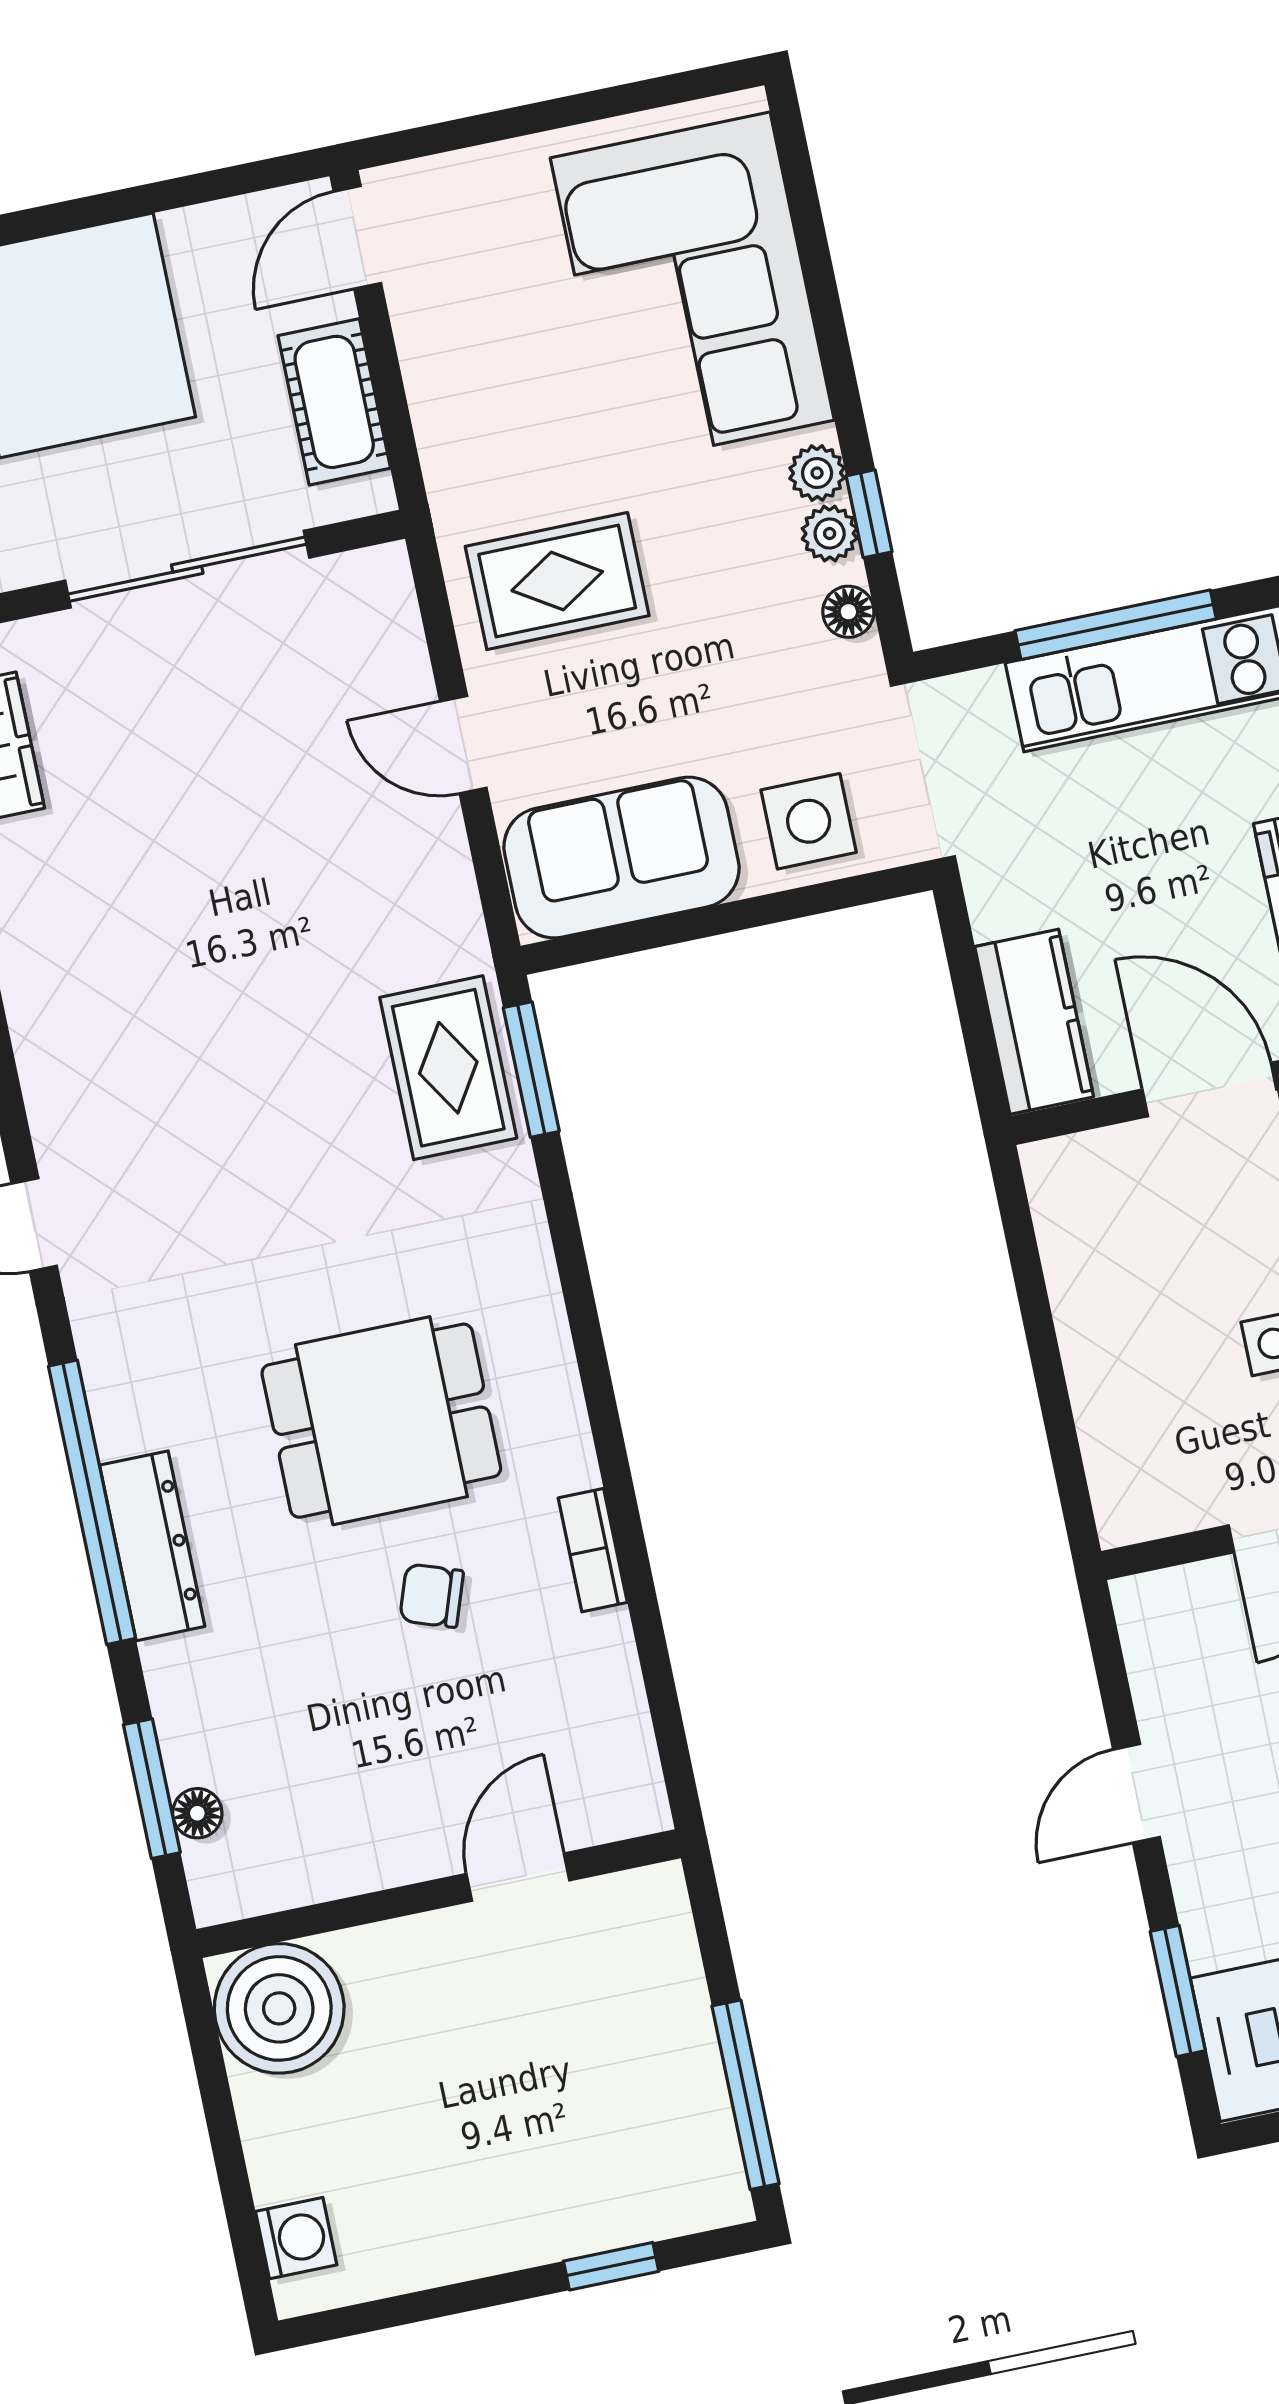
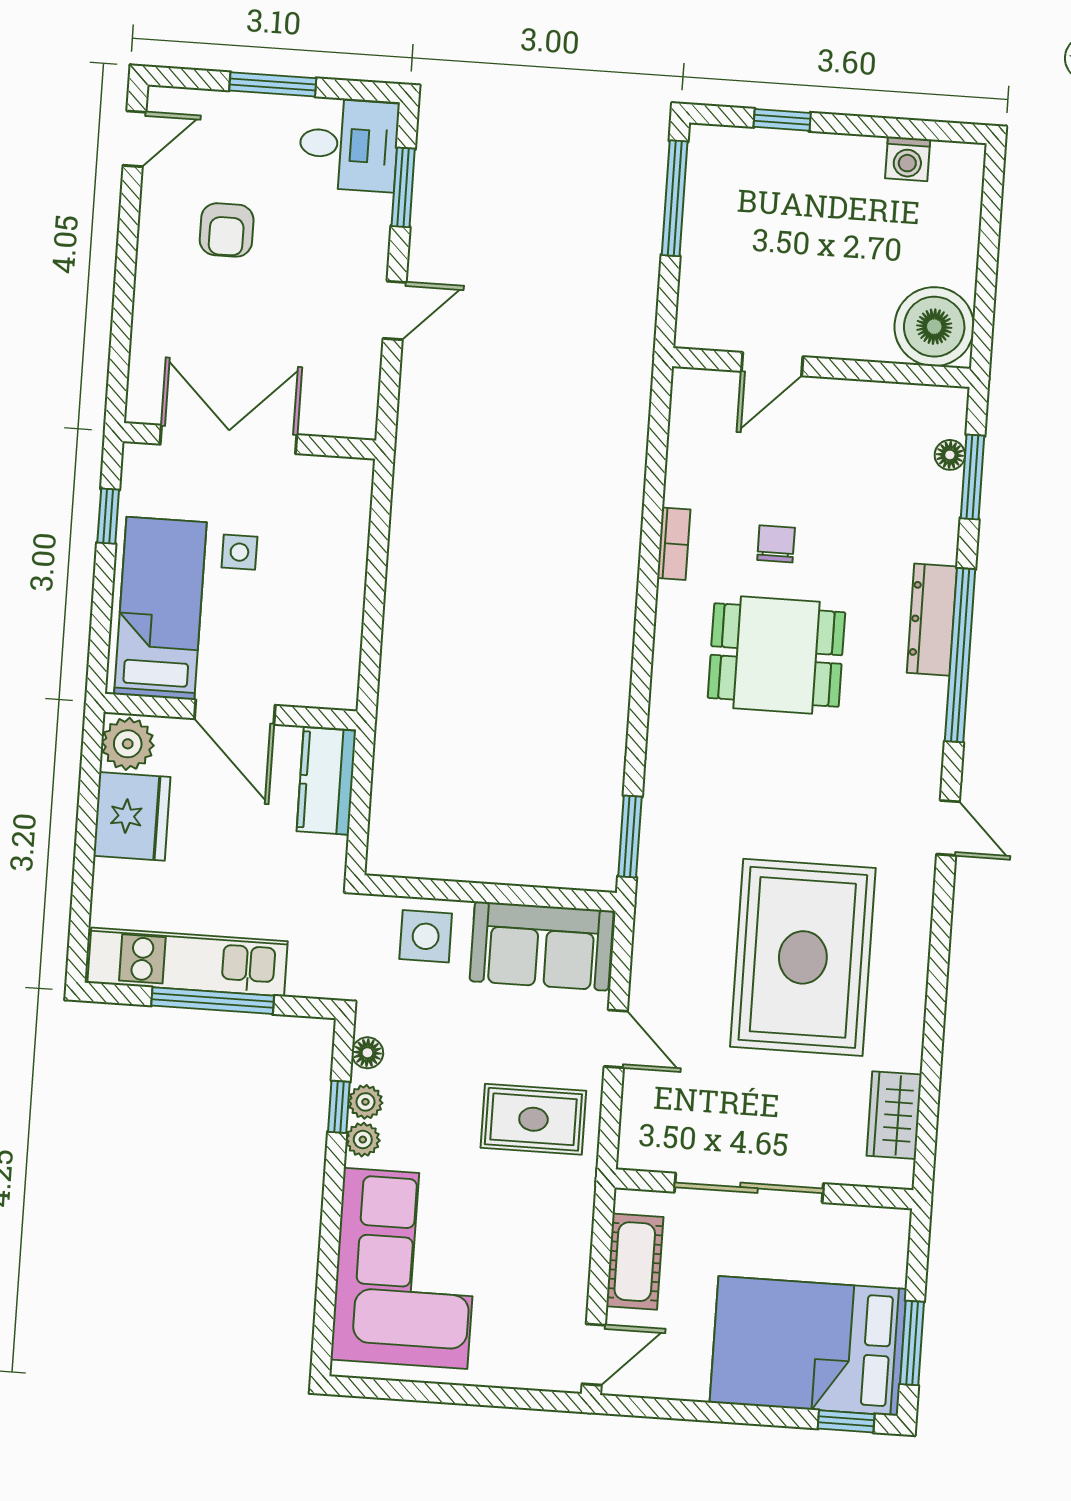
rug: (448, 1068) -> (803, 957), moved, width x1.86, depth x2.06
chair: (432, 1596) -> (776, 544), turned -109
washing machine: (296, 2238) -> (908, 159), moved, turned -90

